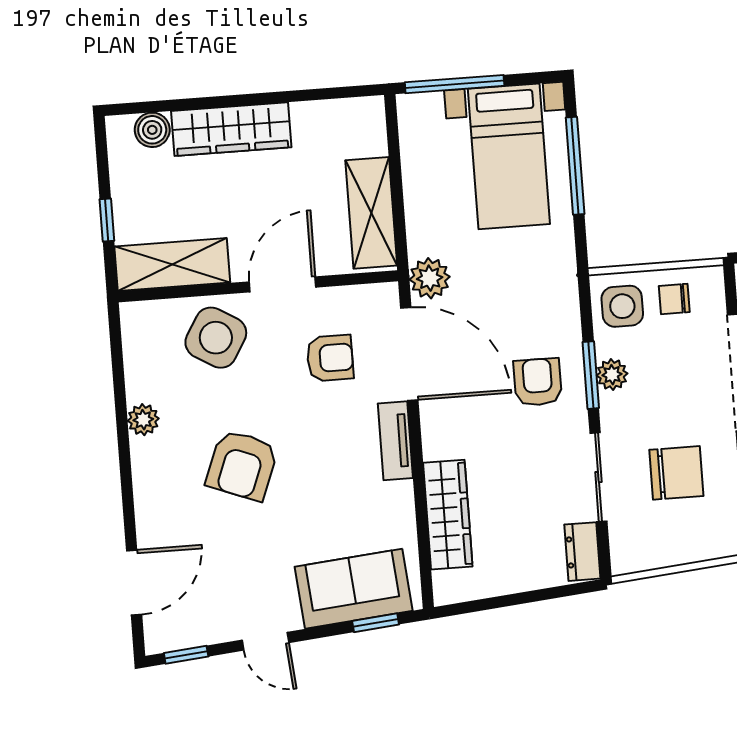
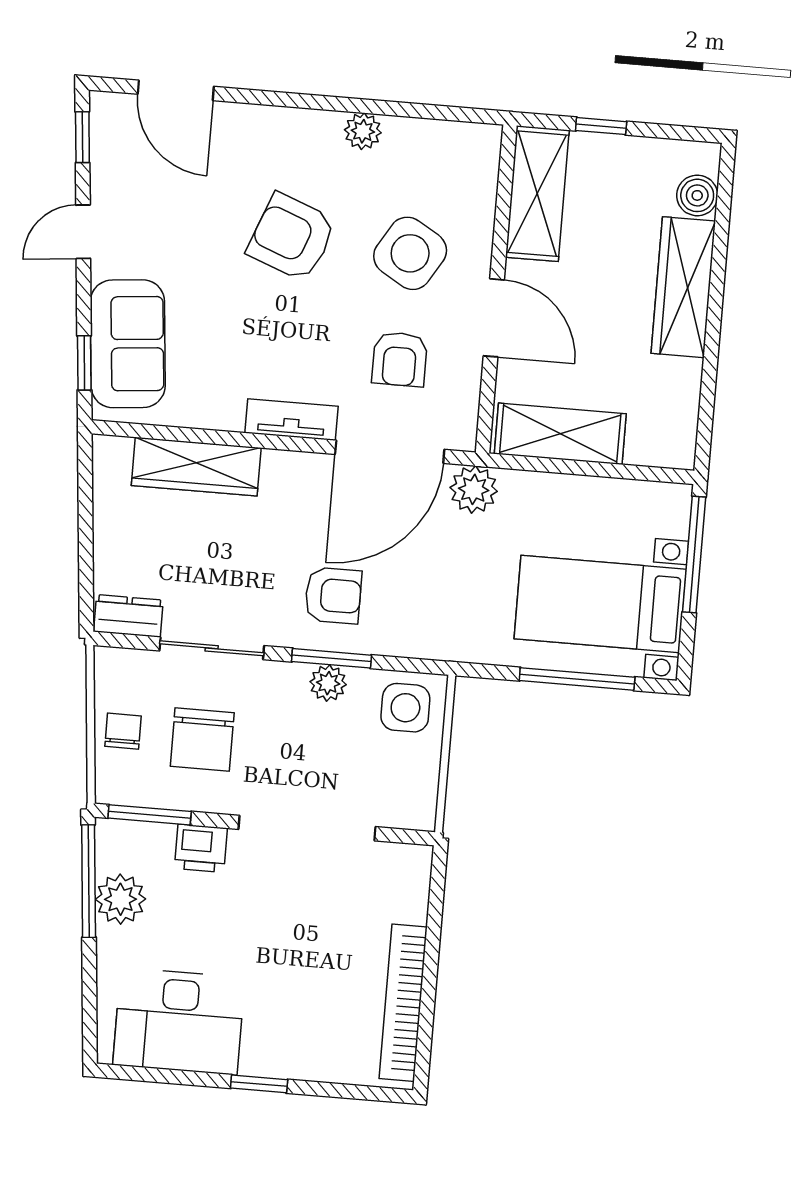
chair: (674, 299) -> (123, 731), moved
side table: (216, 338) -> (410, 253), moved

